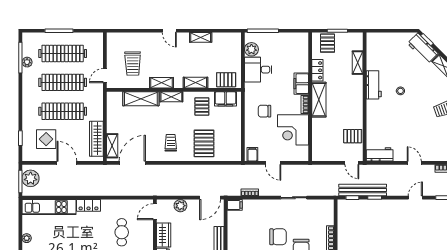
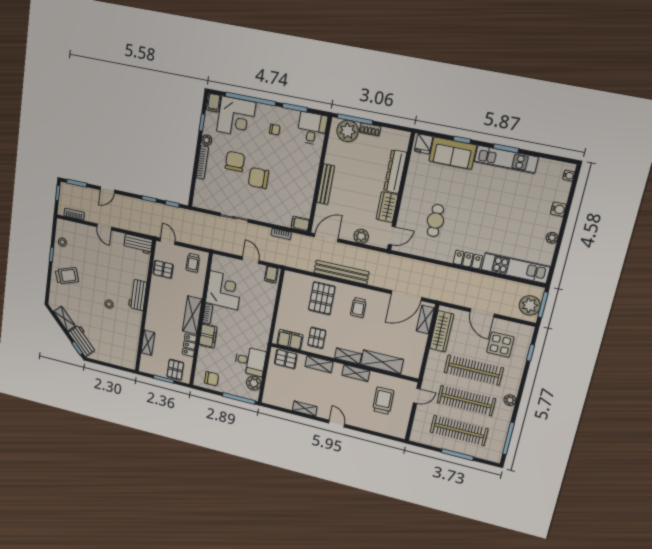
plant: (27, 62) -> (510, 400), moved
workbench: (374, 85) -> (138, 295), moved
chair: (264, 111) -> (212, 379), moved
trolley: (326, 149) -> (193, 263), added
bench: (363, 190) -> (341, 272), moved

